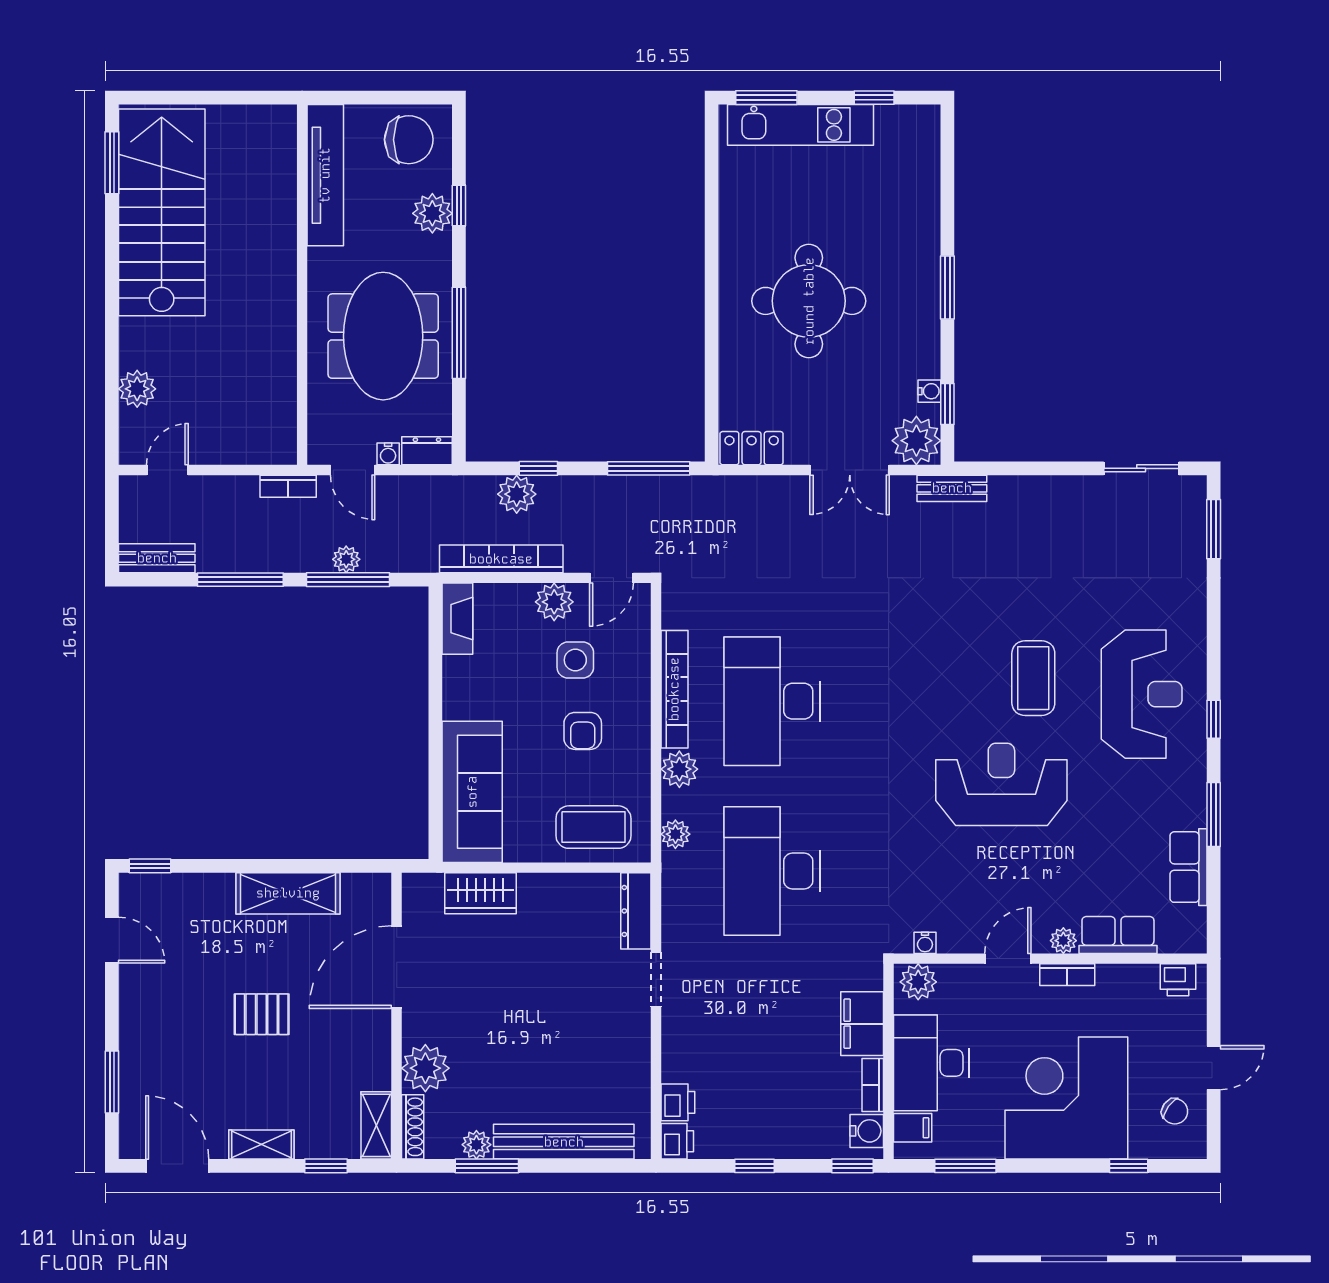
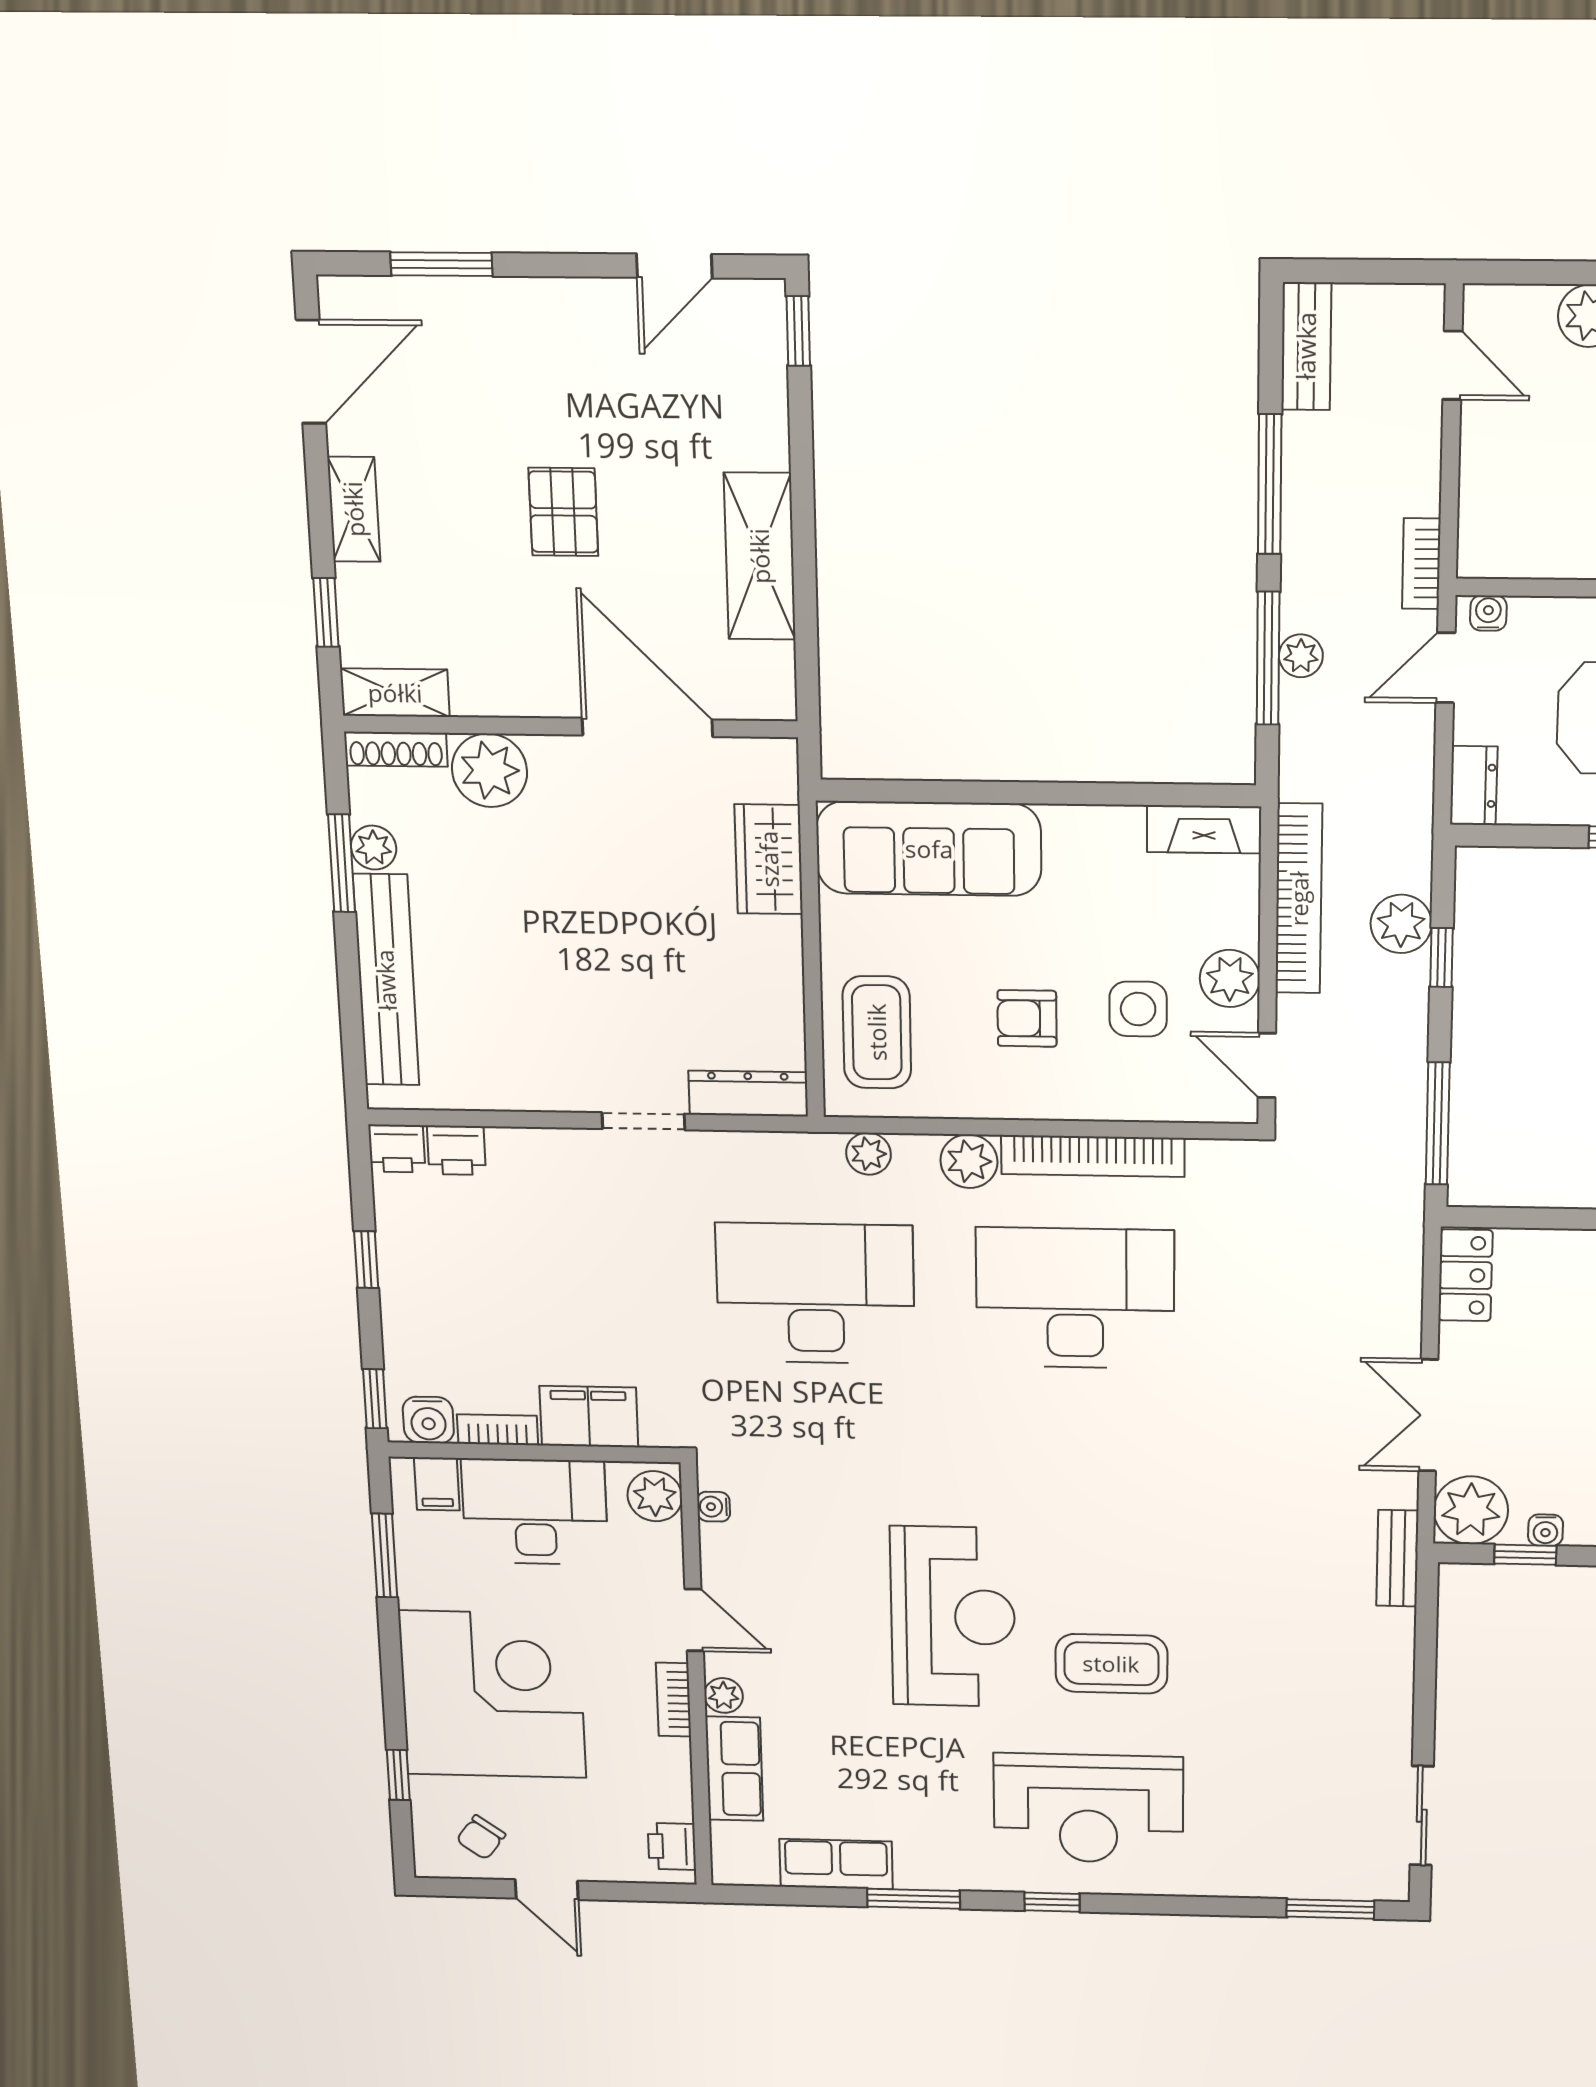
water cooler: (388, 454) -> (1488, 613), moved, turned 90

